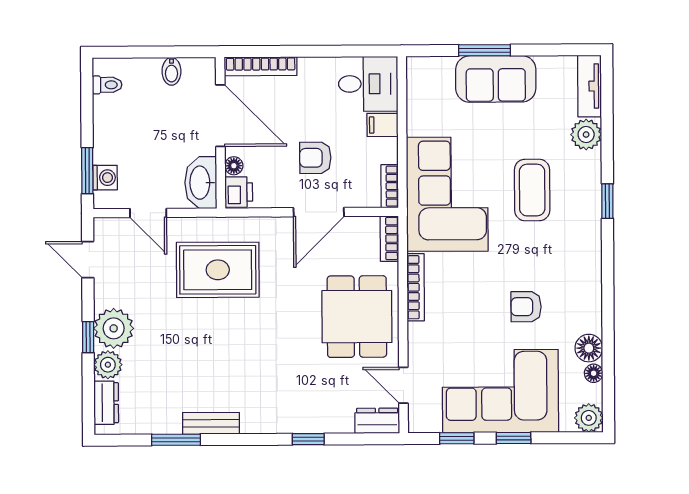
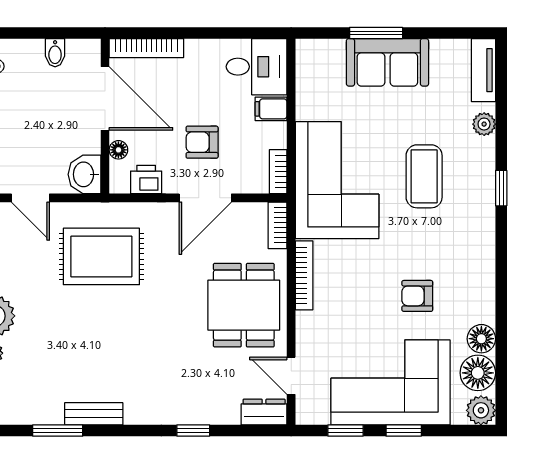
plant: (586, 135) -> (484, 124), width x0.73, depth x0.73
washbasin: (201, 183) -> (84, 174), width x0.72
printer: (239, 192) -> (146, 180), moved, turned -90
floor lamp: (594, 373) -> (478, 373), width x1.89, depth x1.89

